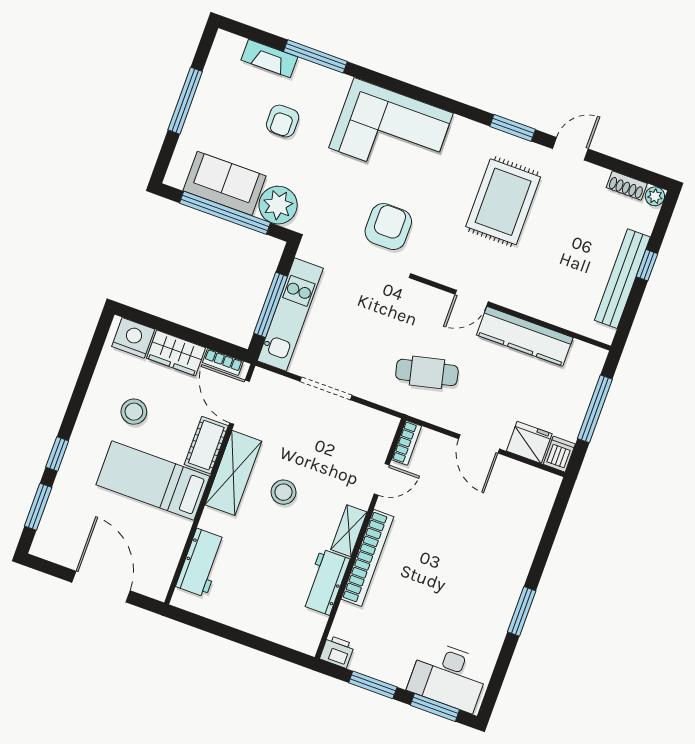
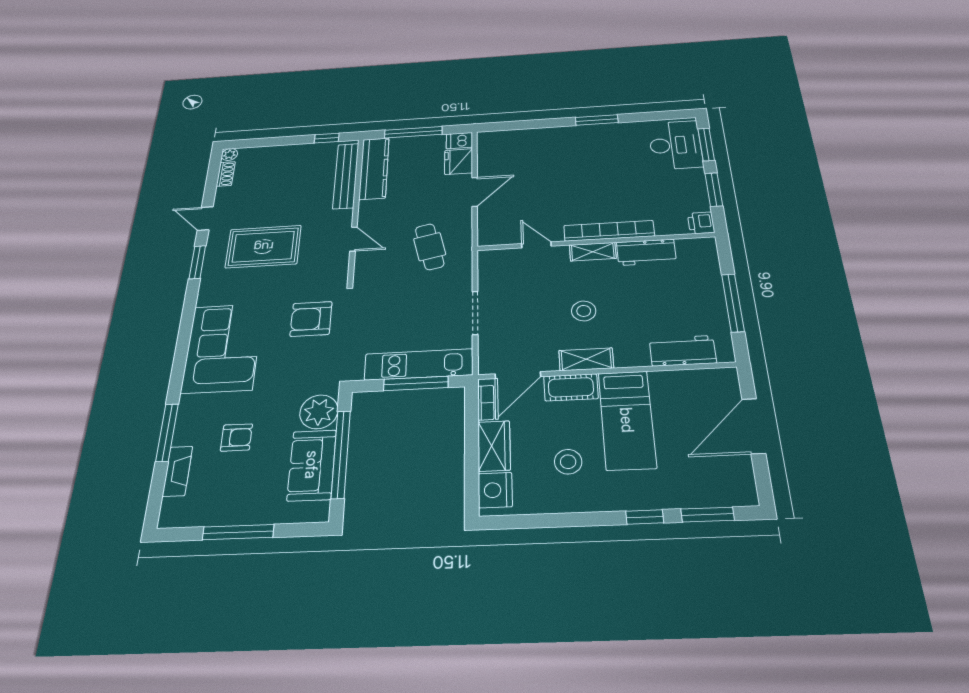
window: (647, 265) -> (327, 138), moved
bench: (622, 279) -> (346, 176), moved, turned 90
kitchen counter: (525, 336) -> (374, 168), moved
bookcase: (407, 443) -> (497, 239), removed
shelving: (233, 473) -> (586, 359), width x0.67, depth x0.75
window: (233, 634) -> (733, 303), added

